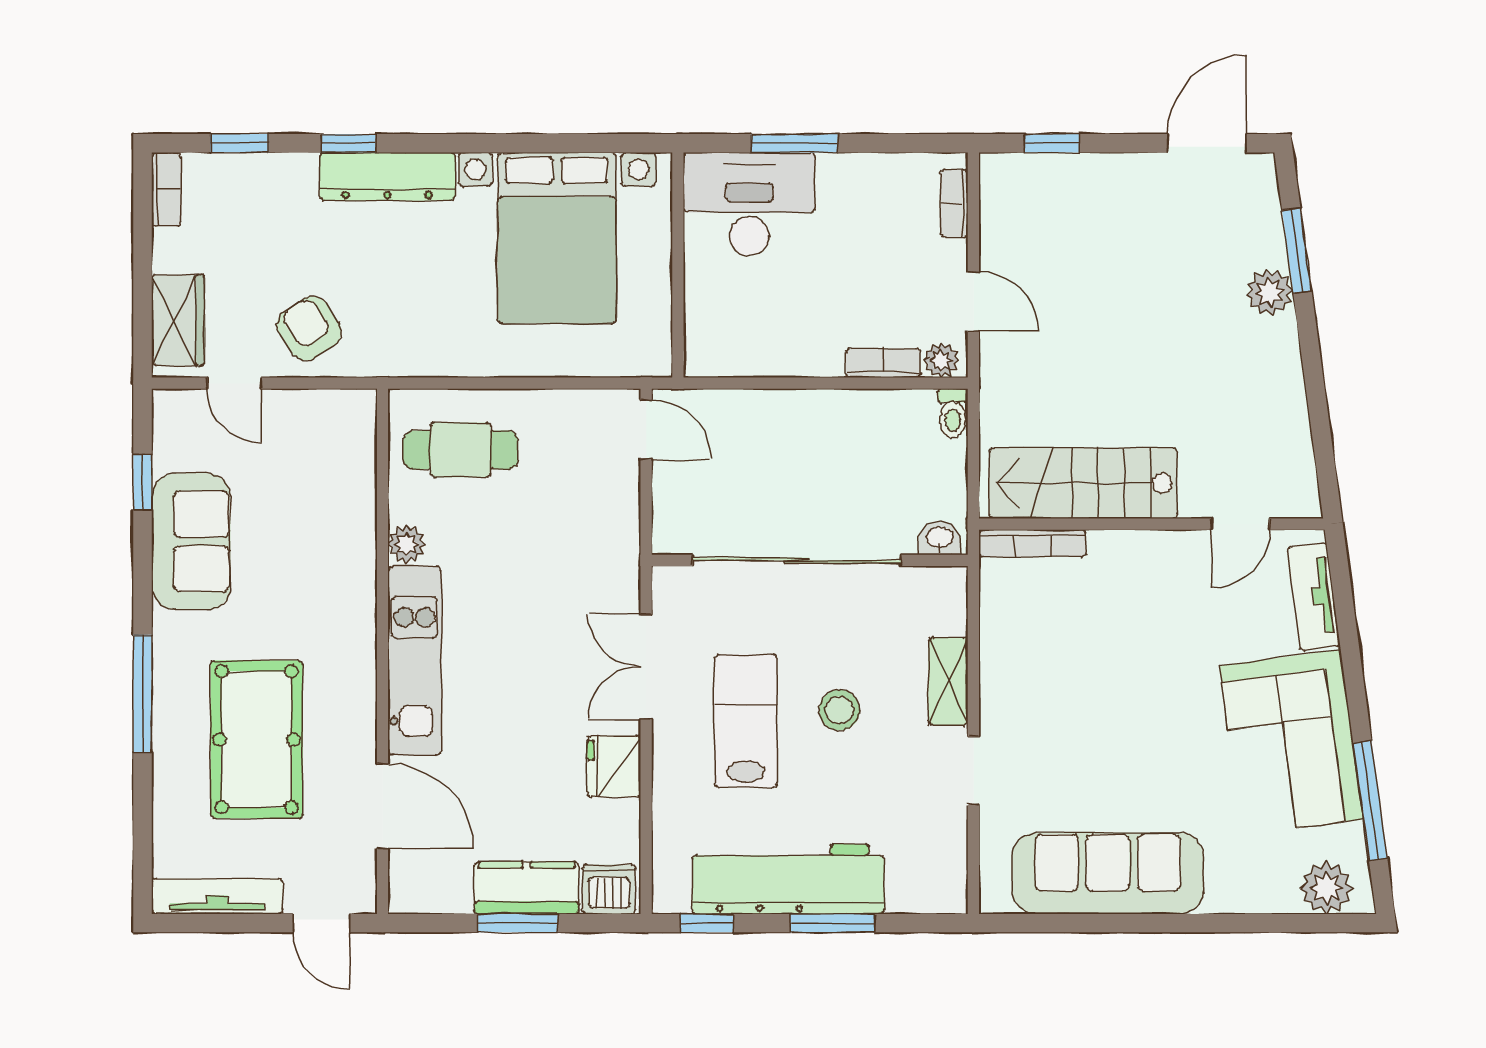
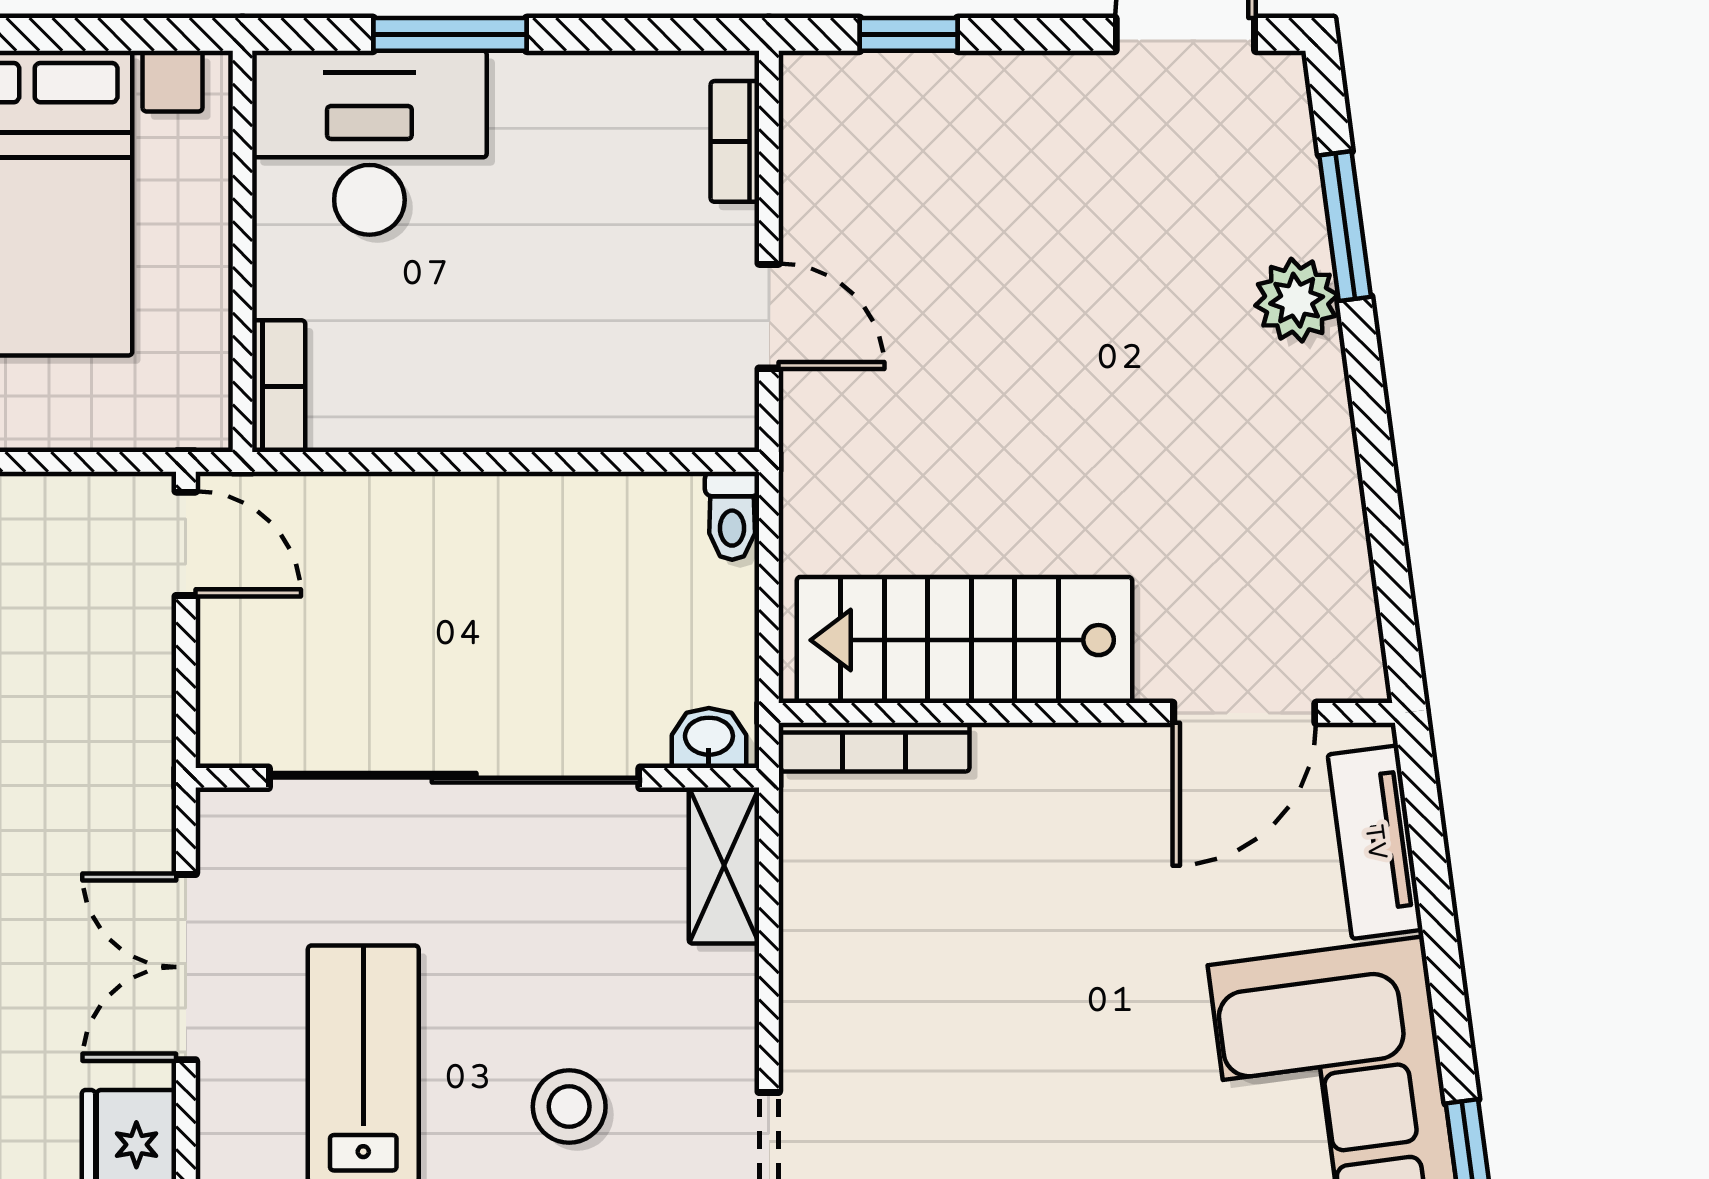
plant: (941, 360) -> (712, 421), removed
bookcase: (883, 363) -> (279, 386), moved, turned 90
door: (1240, 524) -> (1244, 713), width x1.38
shelving: (948, 681) -> (724, 866), moved
stool: (840, 710) -> (569, 1107), moved

